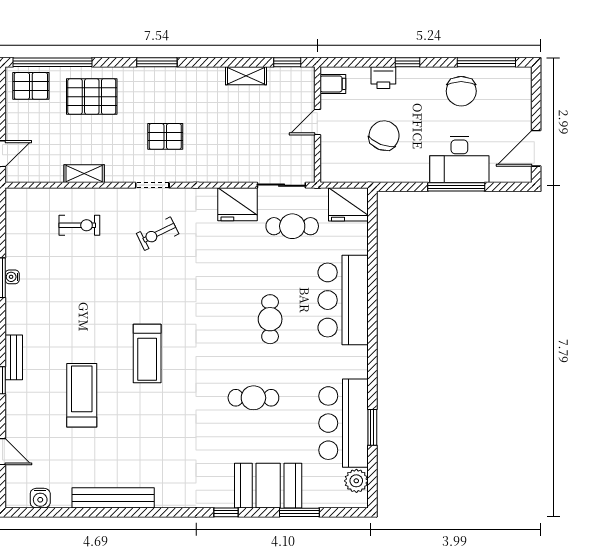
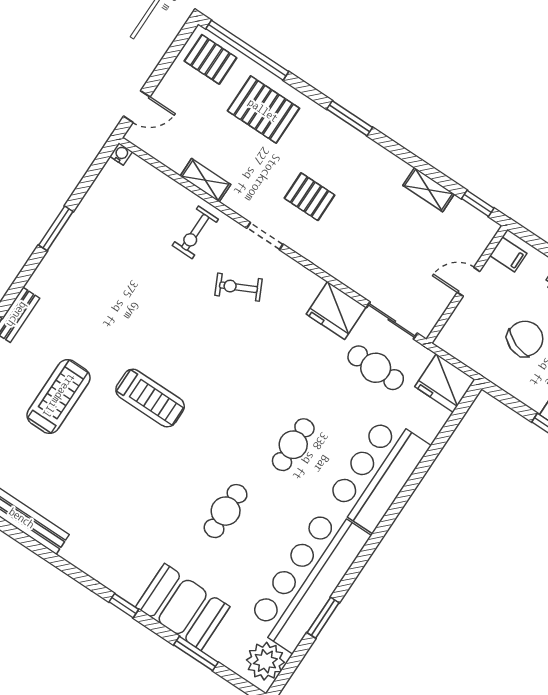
exercise bike: (79, 225) -> (195, 232), moved, turned 90
water cooler: (12, 277) -> (121, 154), moved, turned 90
treadmill: (147, 353) -> (150, 398), turned -90
cafe table: (253, 398) -> (226, 511), turned 90
bar counter: (344, 423) -> (308, 579), width x1.36
plant: (356, 481) -> (265, 661), width x1.36, depth x1.36

